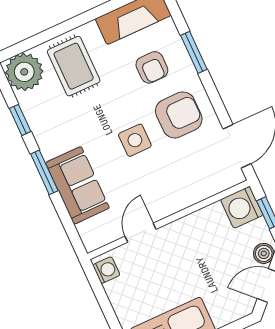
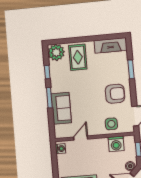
armchair: (152, 67) -> (111, 69), removed
side table: (135, 140) -> (111, 124), moved
washing machine: (242, 207) -> (116, 144), moved, turned -90

